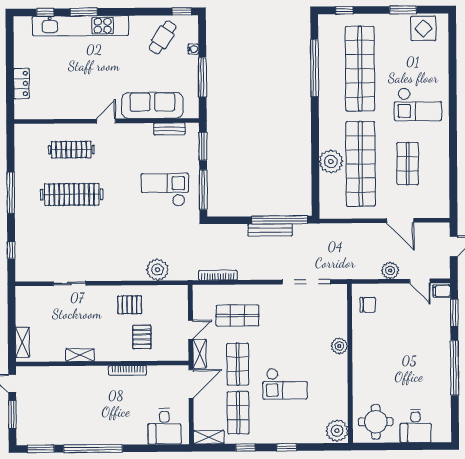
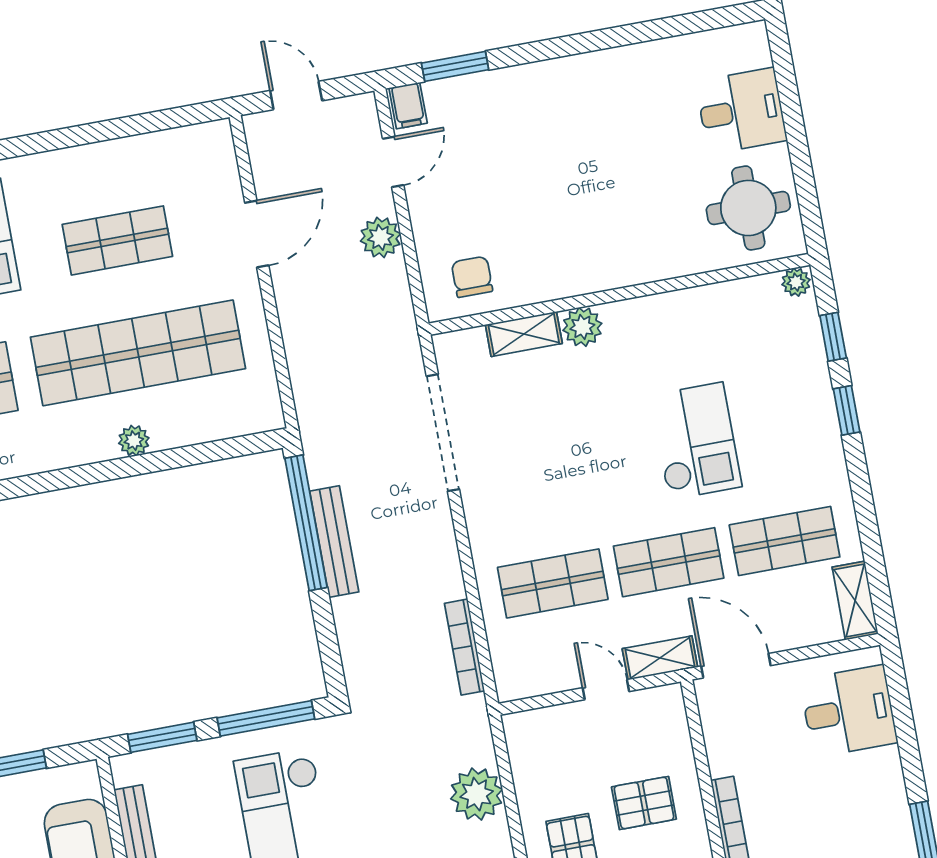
plant: (331, 161) -> (134, 441), width x0.53, depth x0.53
shop shelf: (237, 316) -> (553, 583), turned 90
shelving: (341, 322) -> (524, 334), added
window: (455, 368) -> (586, 42), removed
plant: (337, 431) -> (796, 282), width x0.53, depth x0.53
window: (245, 447) -> (833, 337), moved

